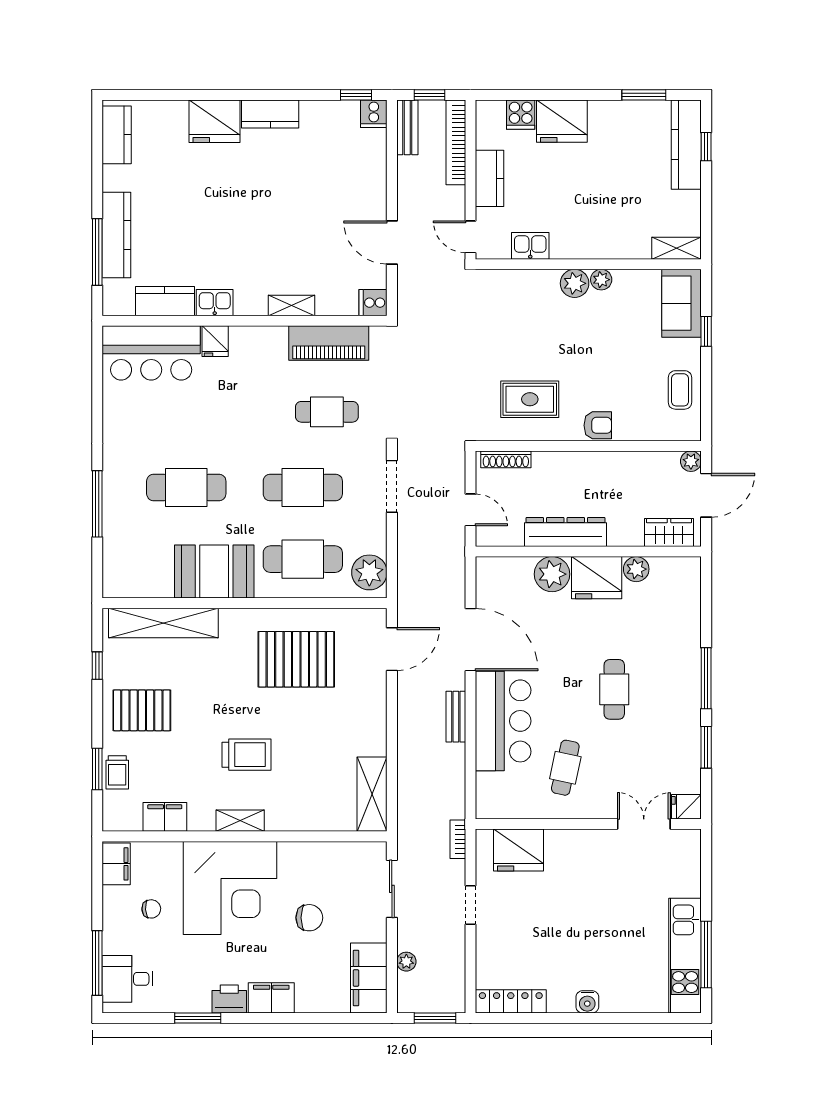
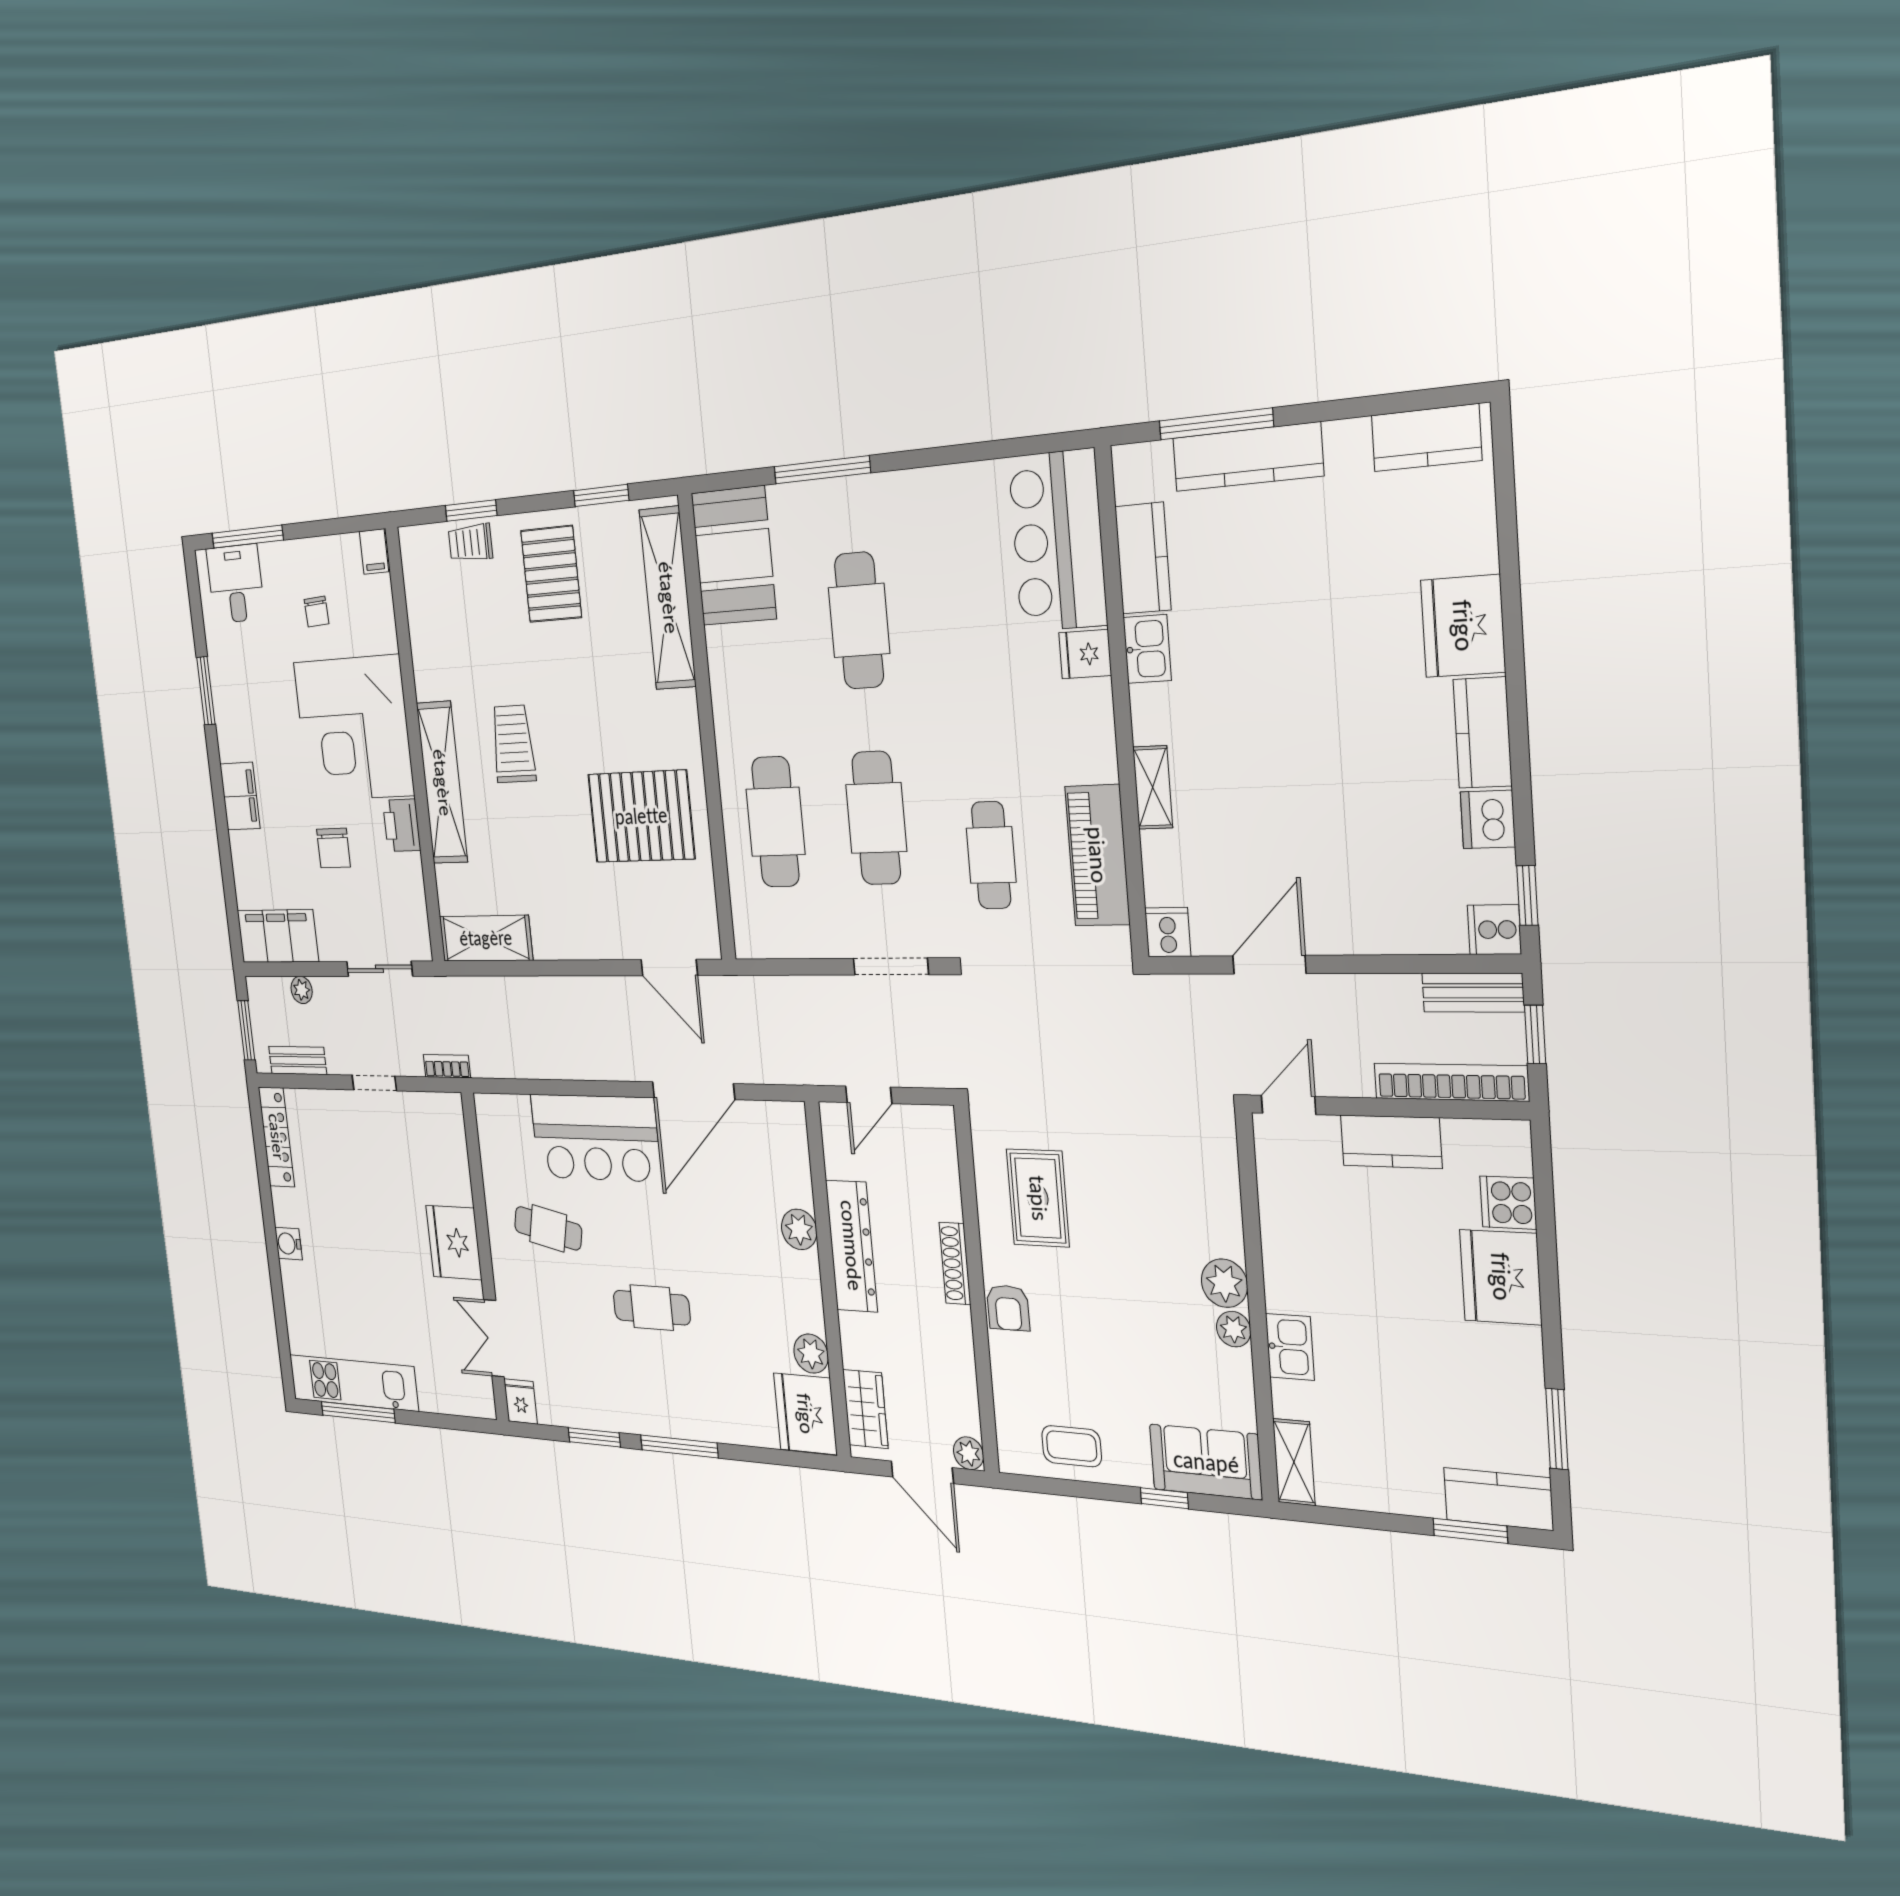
dishwasher: (316, 114) -> (1488, 819), added
kitchen counter: (686, 145) -> (1498, 1499), width x0.67
window: (706, 147) -> (1470, 1531), width x1.50
kitchen sink: (530, 246) -> (1290, 1347), moved
shoe rack: (506, 459) -> (955, 1263), moved
booth: (214, 572) -> (734, 556), moved
plant: (369, 572) -> (767, 931), removed
plant: (552, 574) -> (799, 1229), width x0.73, depth x0.73
fridge: (597, 578) -> (805, 1414), moved
pallet: (296, 659) -> (641, 816), turned 90
window: (97, 666) -> (601, 495), width x1.50
bench: (456, 717) -> (298, 1060), moved
trolley: (246, 755) -> (513, 744), turned 180
filing cabinet: (165, 817) -> (425, 623), removed
shelving: (240, 821) -> (442, 783), width x2.20, depth x1.33
double door: (644, 824) -> (494, 1338), swing flipped
fridge: (518, 850) -> (454, 1243), moved
filing cabinet: (116, 864) -> (374, 552), width x0.50
printer: (229, 999) -> (402, 825), moved, turned 180

